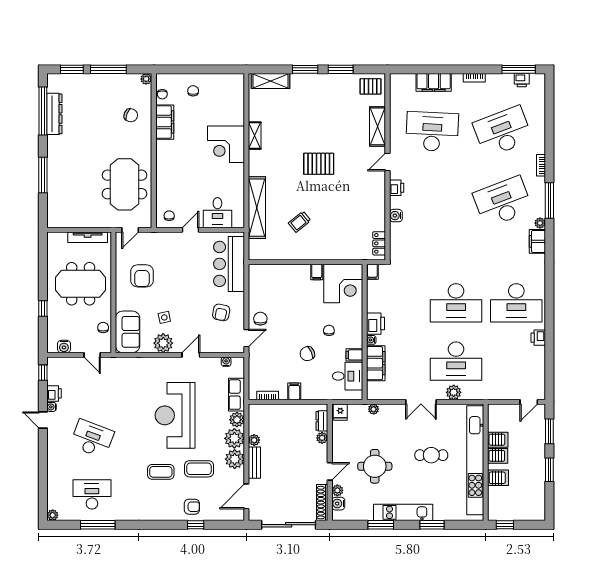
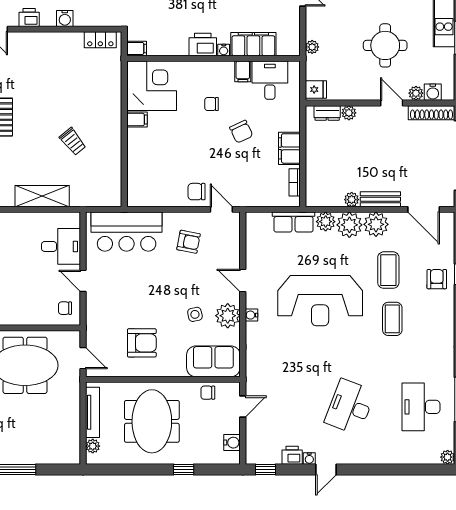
shelving: (257, 208) -> (42, 196), width x0.68
plant: (61, 237) -> (93, 446), added
water cooler: (226, 362) -> (251, 315), moved
filing cabinet: (294, 391) -> (289, 148), width x2.00

